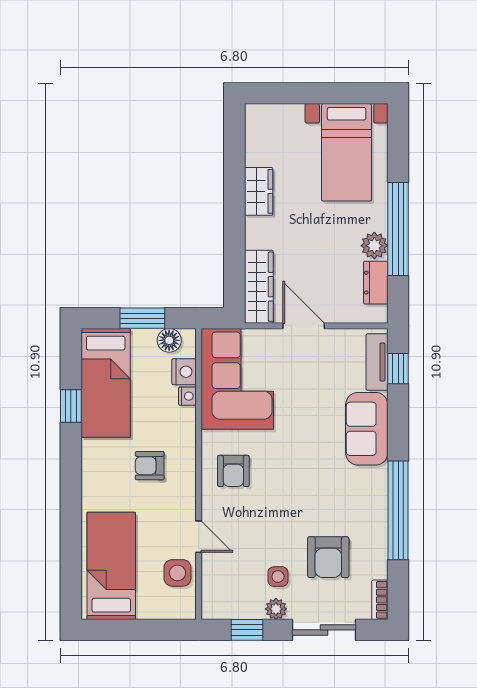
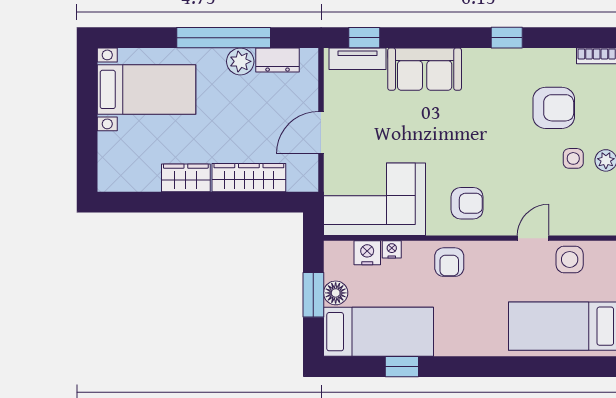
wardrobe: (259, 287) -> (249, 178), moved
floor lamp: (169, 340) -> (336, 293), moved
armchair: (150, 466) -> (449, 262), moved
window: (398, 510) -> (507, 38), width x0.32

